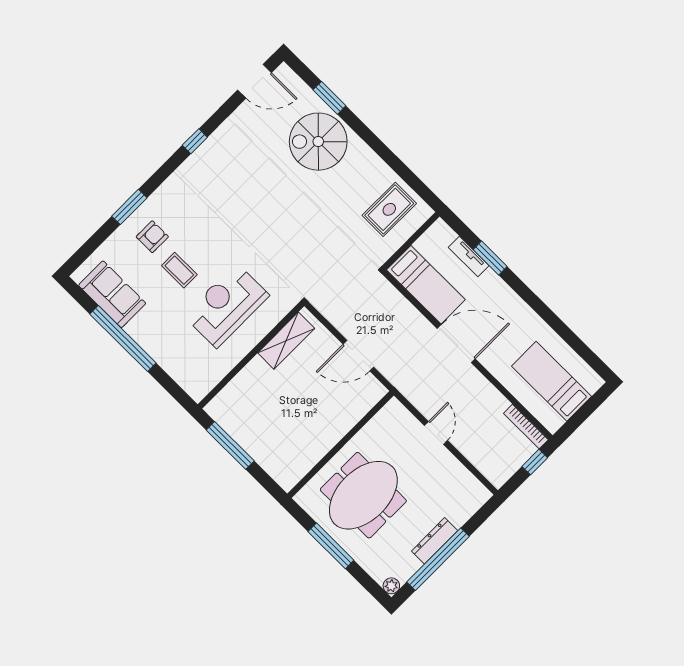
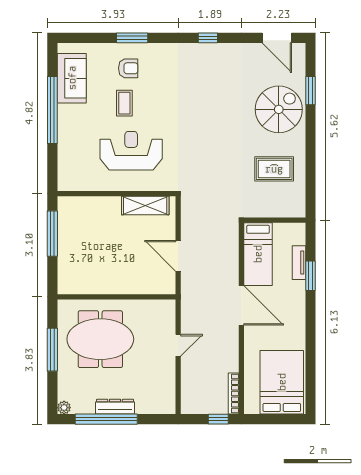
spiral stairs: (318, 142) -> (279, 109), turned 90
rug: (389, 209) -> (274, 169), moved
bed: (551, 381) -> (282, 382), width x1.50

